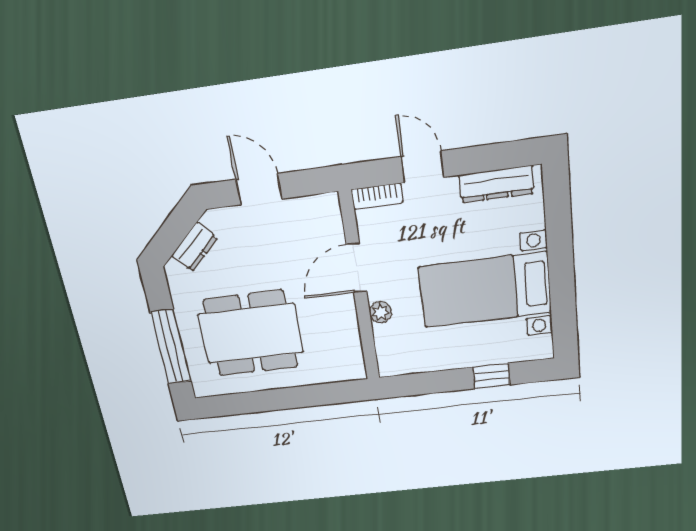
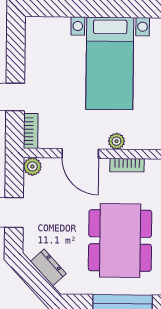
dresser: (496, 184) -> (34, 48), removed
plant: (328, 206) -> (32, 166), added
bookcase: (351, 330) -> (127, 165), added

